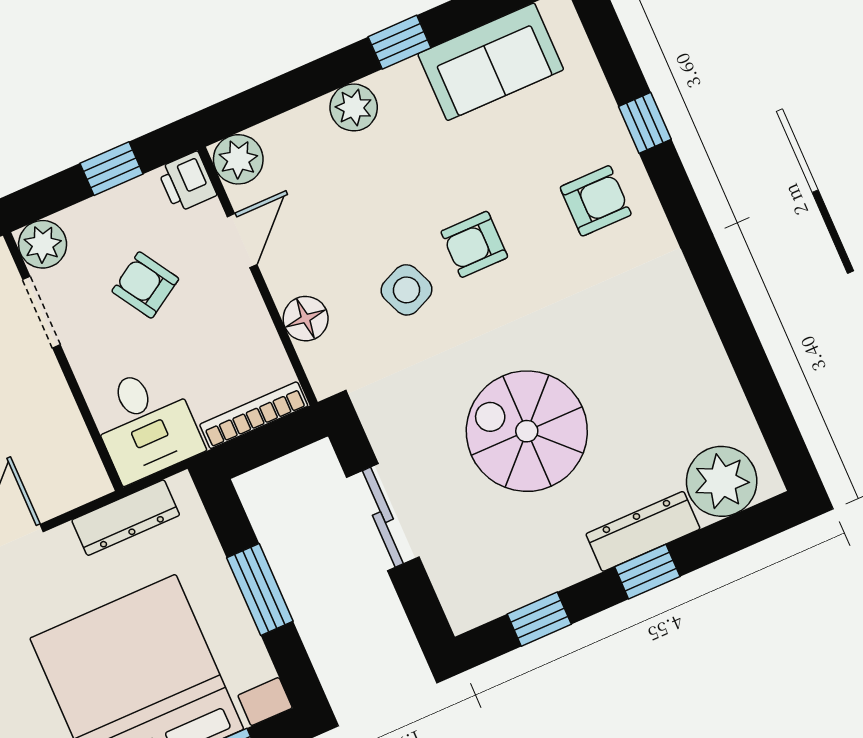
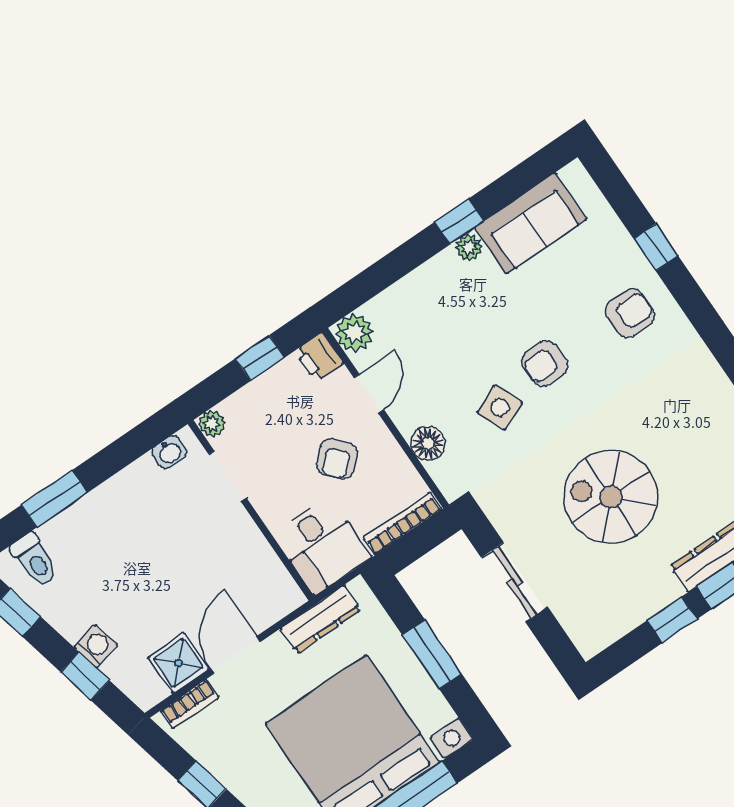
plant: (354, 107) -> (469, 247), moved, width x0.73, depth x0.73
plant: (43, 244) -> (212, 424), width x0.73, depth x0.73
armchair: (145, 285) -> (337, 459), moved, turned -101
window: (539, 619) -> (672, 620), moved

